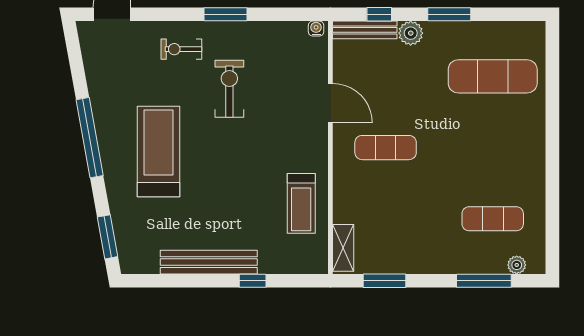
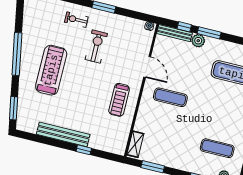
window: (449, 14) -> (209, 33), moved
treadmill: (301, 203) -> (119, 100), moved

